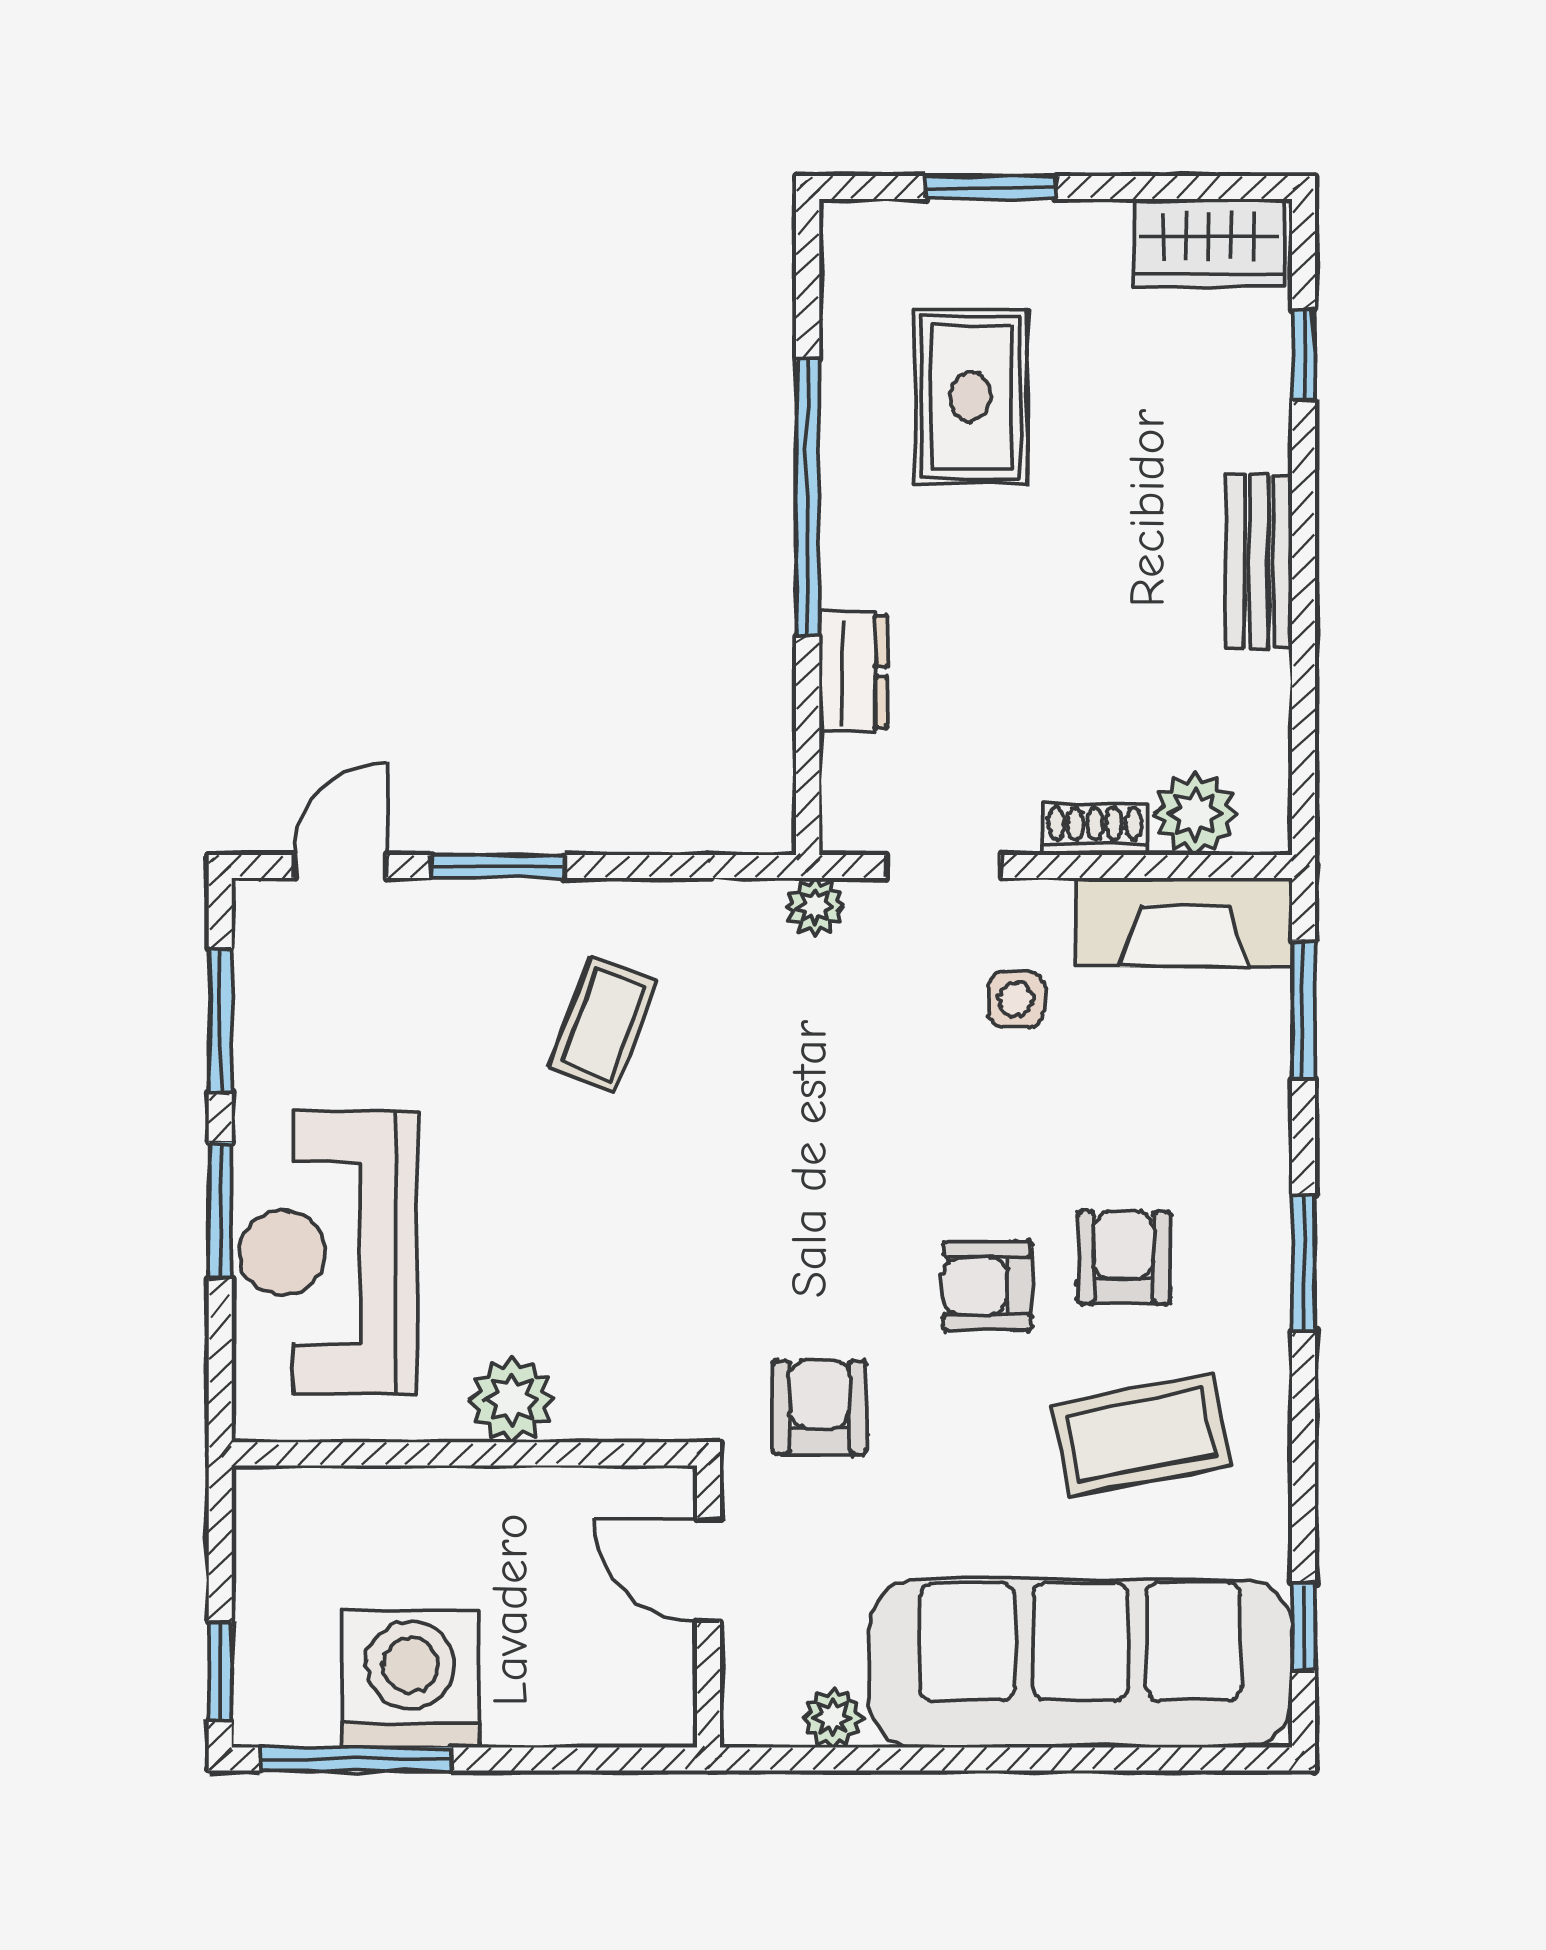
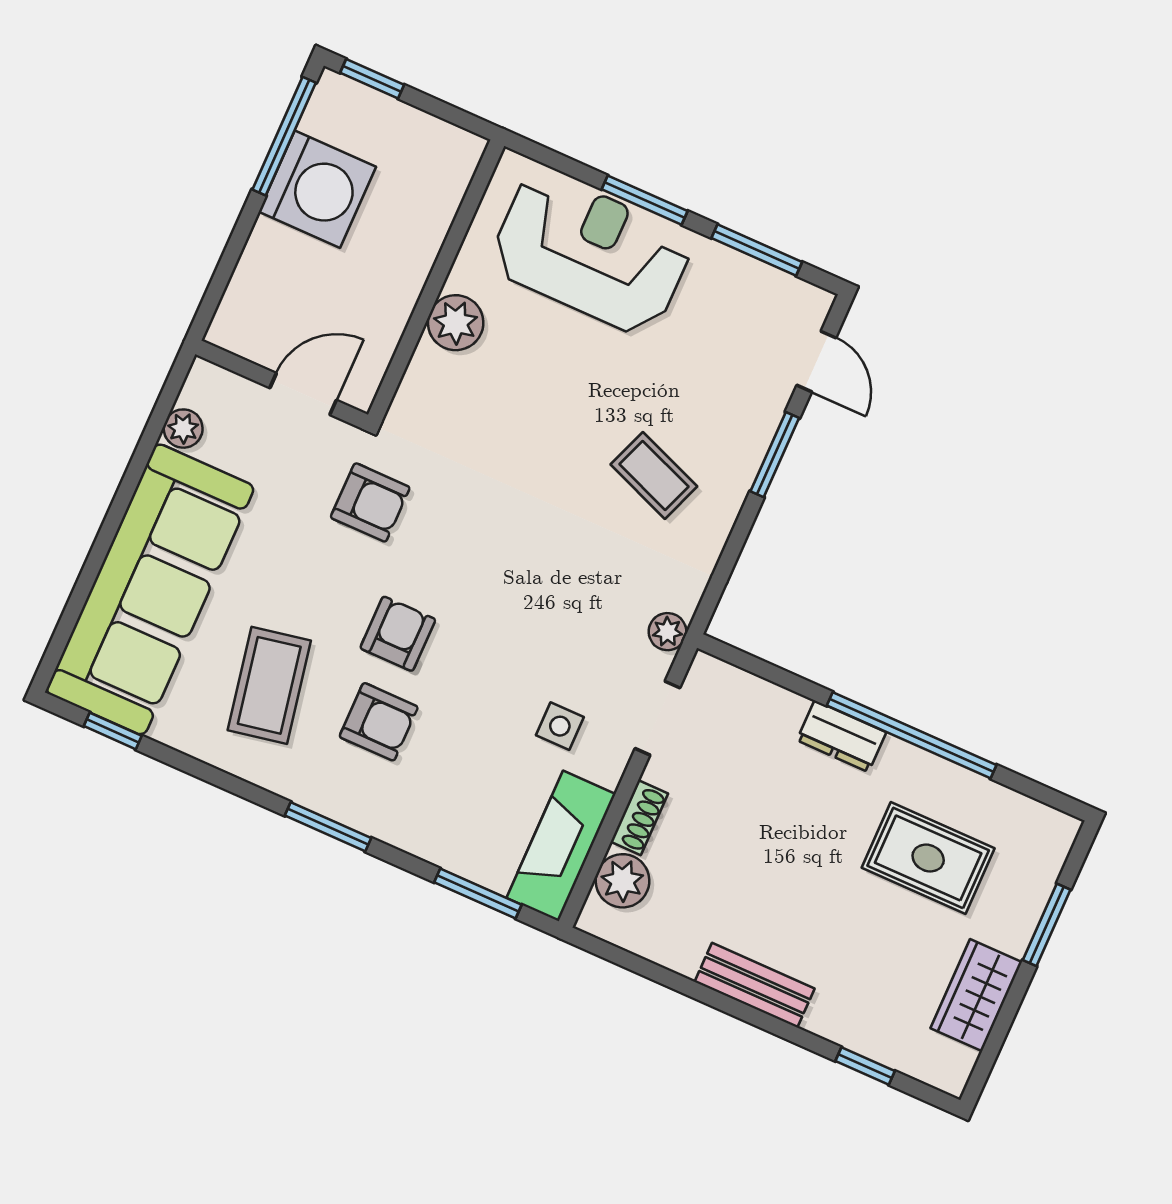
wardrobe: (1209, 243) -> (976, 995), moved
dresser: (853, 672) -> (841, 736), moved

